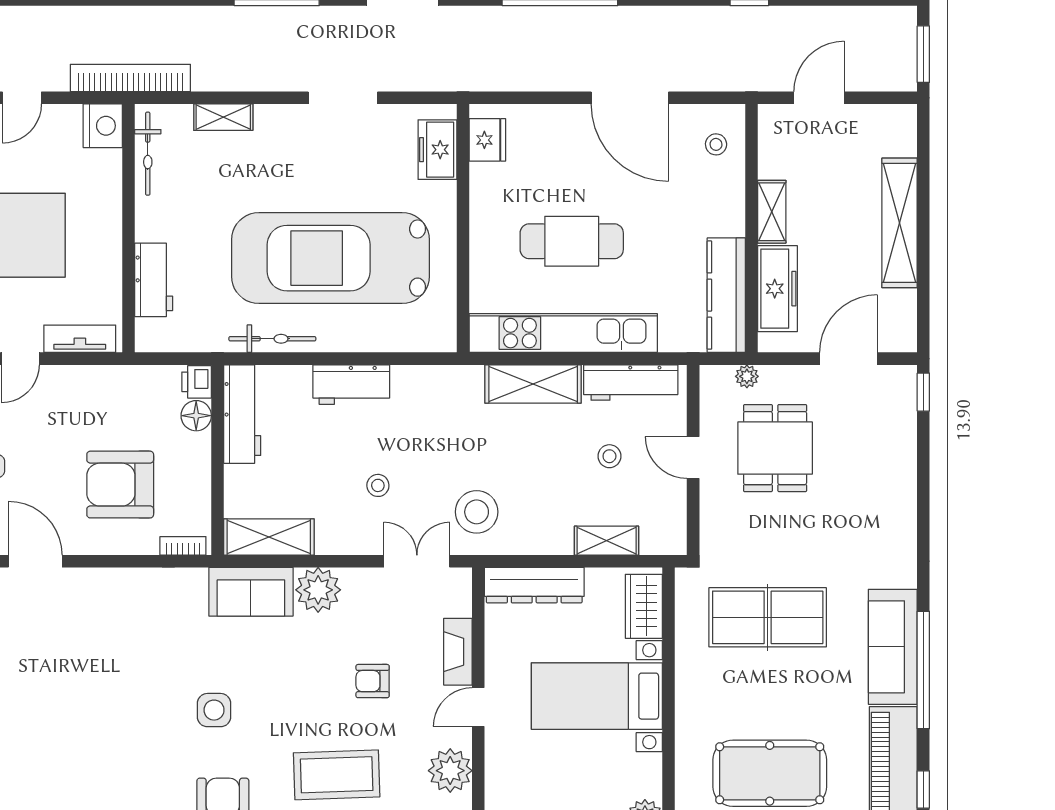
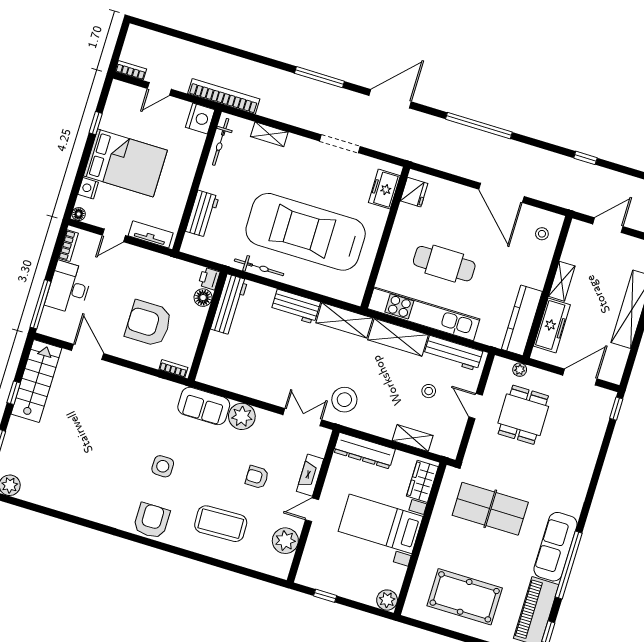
stool: (378, 485) -> (293, 368), removed
shelving: (269, 537) -> (344, 320), moved

